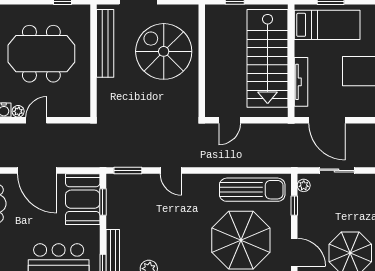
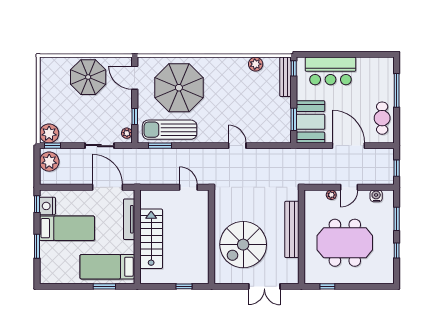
bench: (105, 43) -> (292, 229), moved
spiral stairs: (164, 51) -> (243, 245), turned 90
stairs: (268, 58) -> (151, 239), width x0.73, depth x0.66
plant: (18, 111) -> (331, 195), moved
door: (230, 120) -> (188, 187), hinge flipped
window: (128, 170) -> (160, 146), moved

